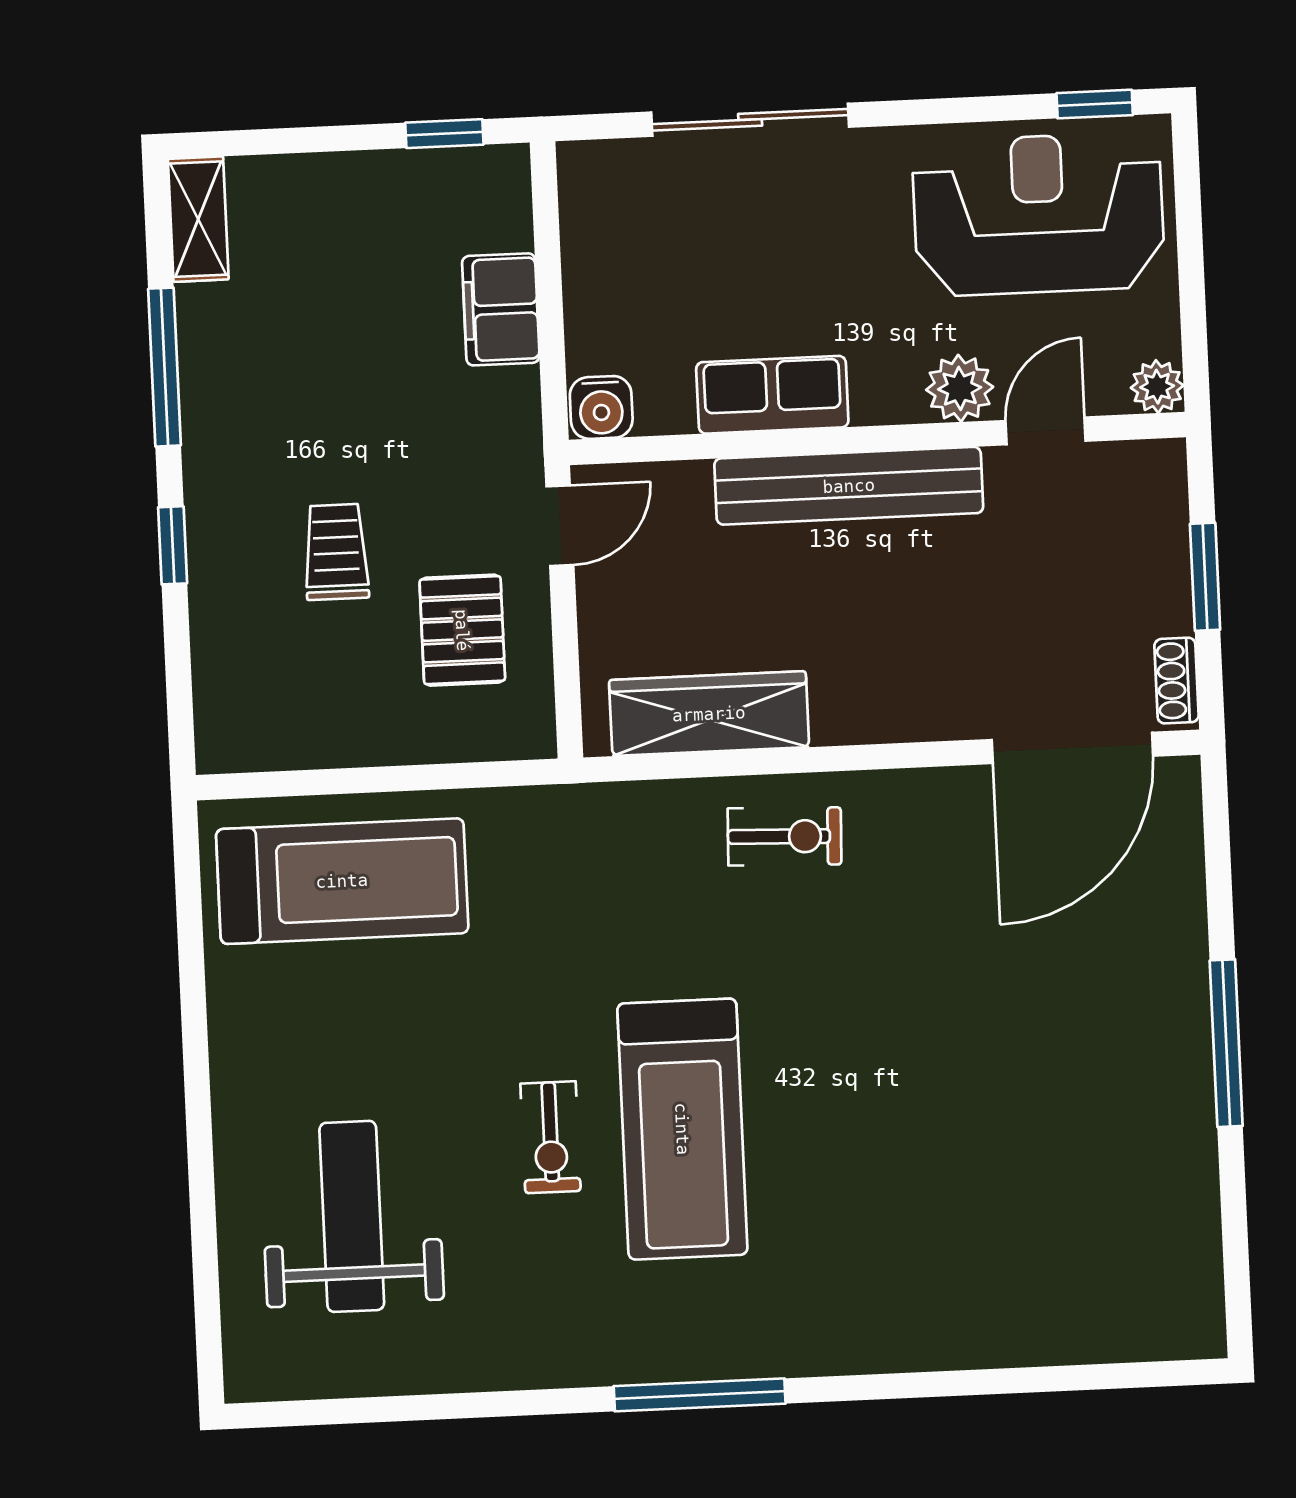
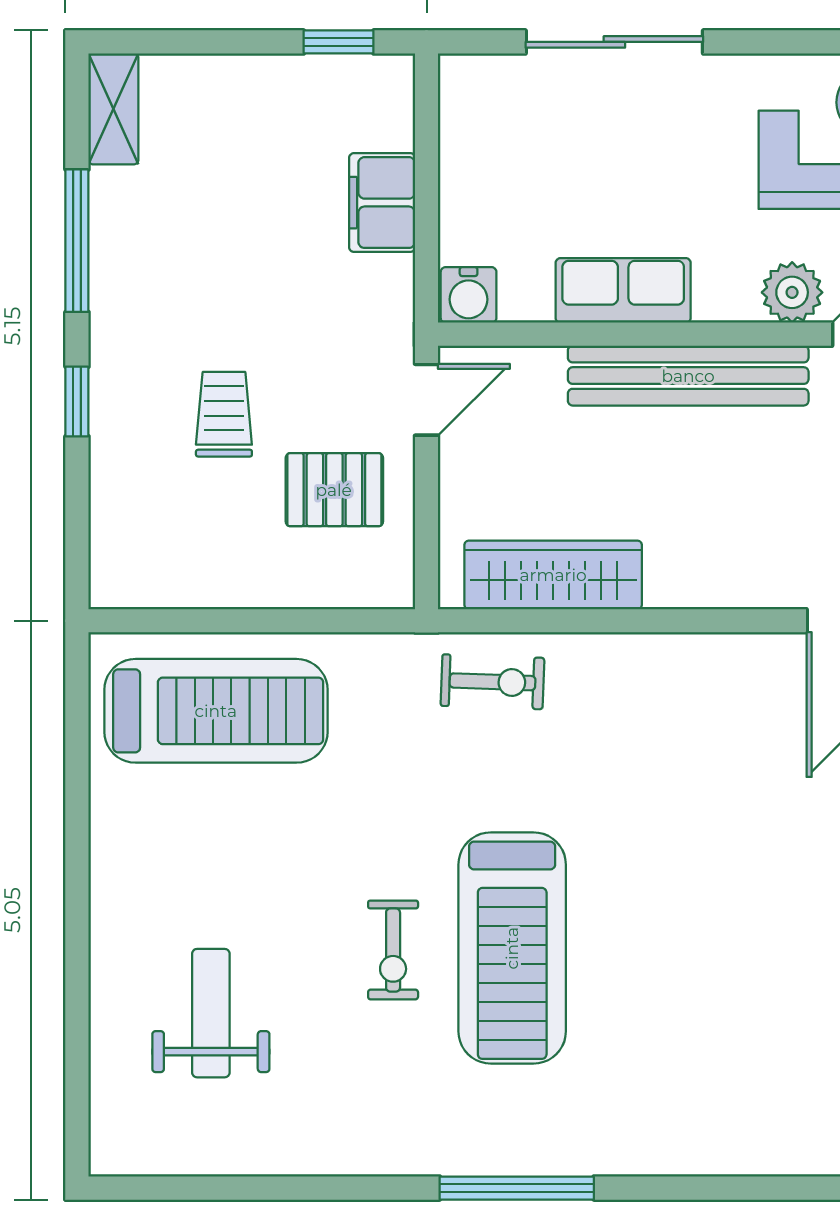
pallet: (462, 630) -> (334, 490), turned 90
exercise bike: (785, 836) -> (492, 682), moved
weight bench: (352, 1216) -> (211, 1013), width x0.73, depth x0.75

